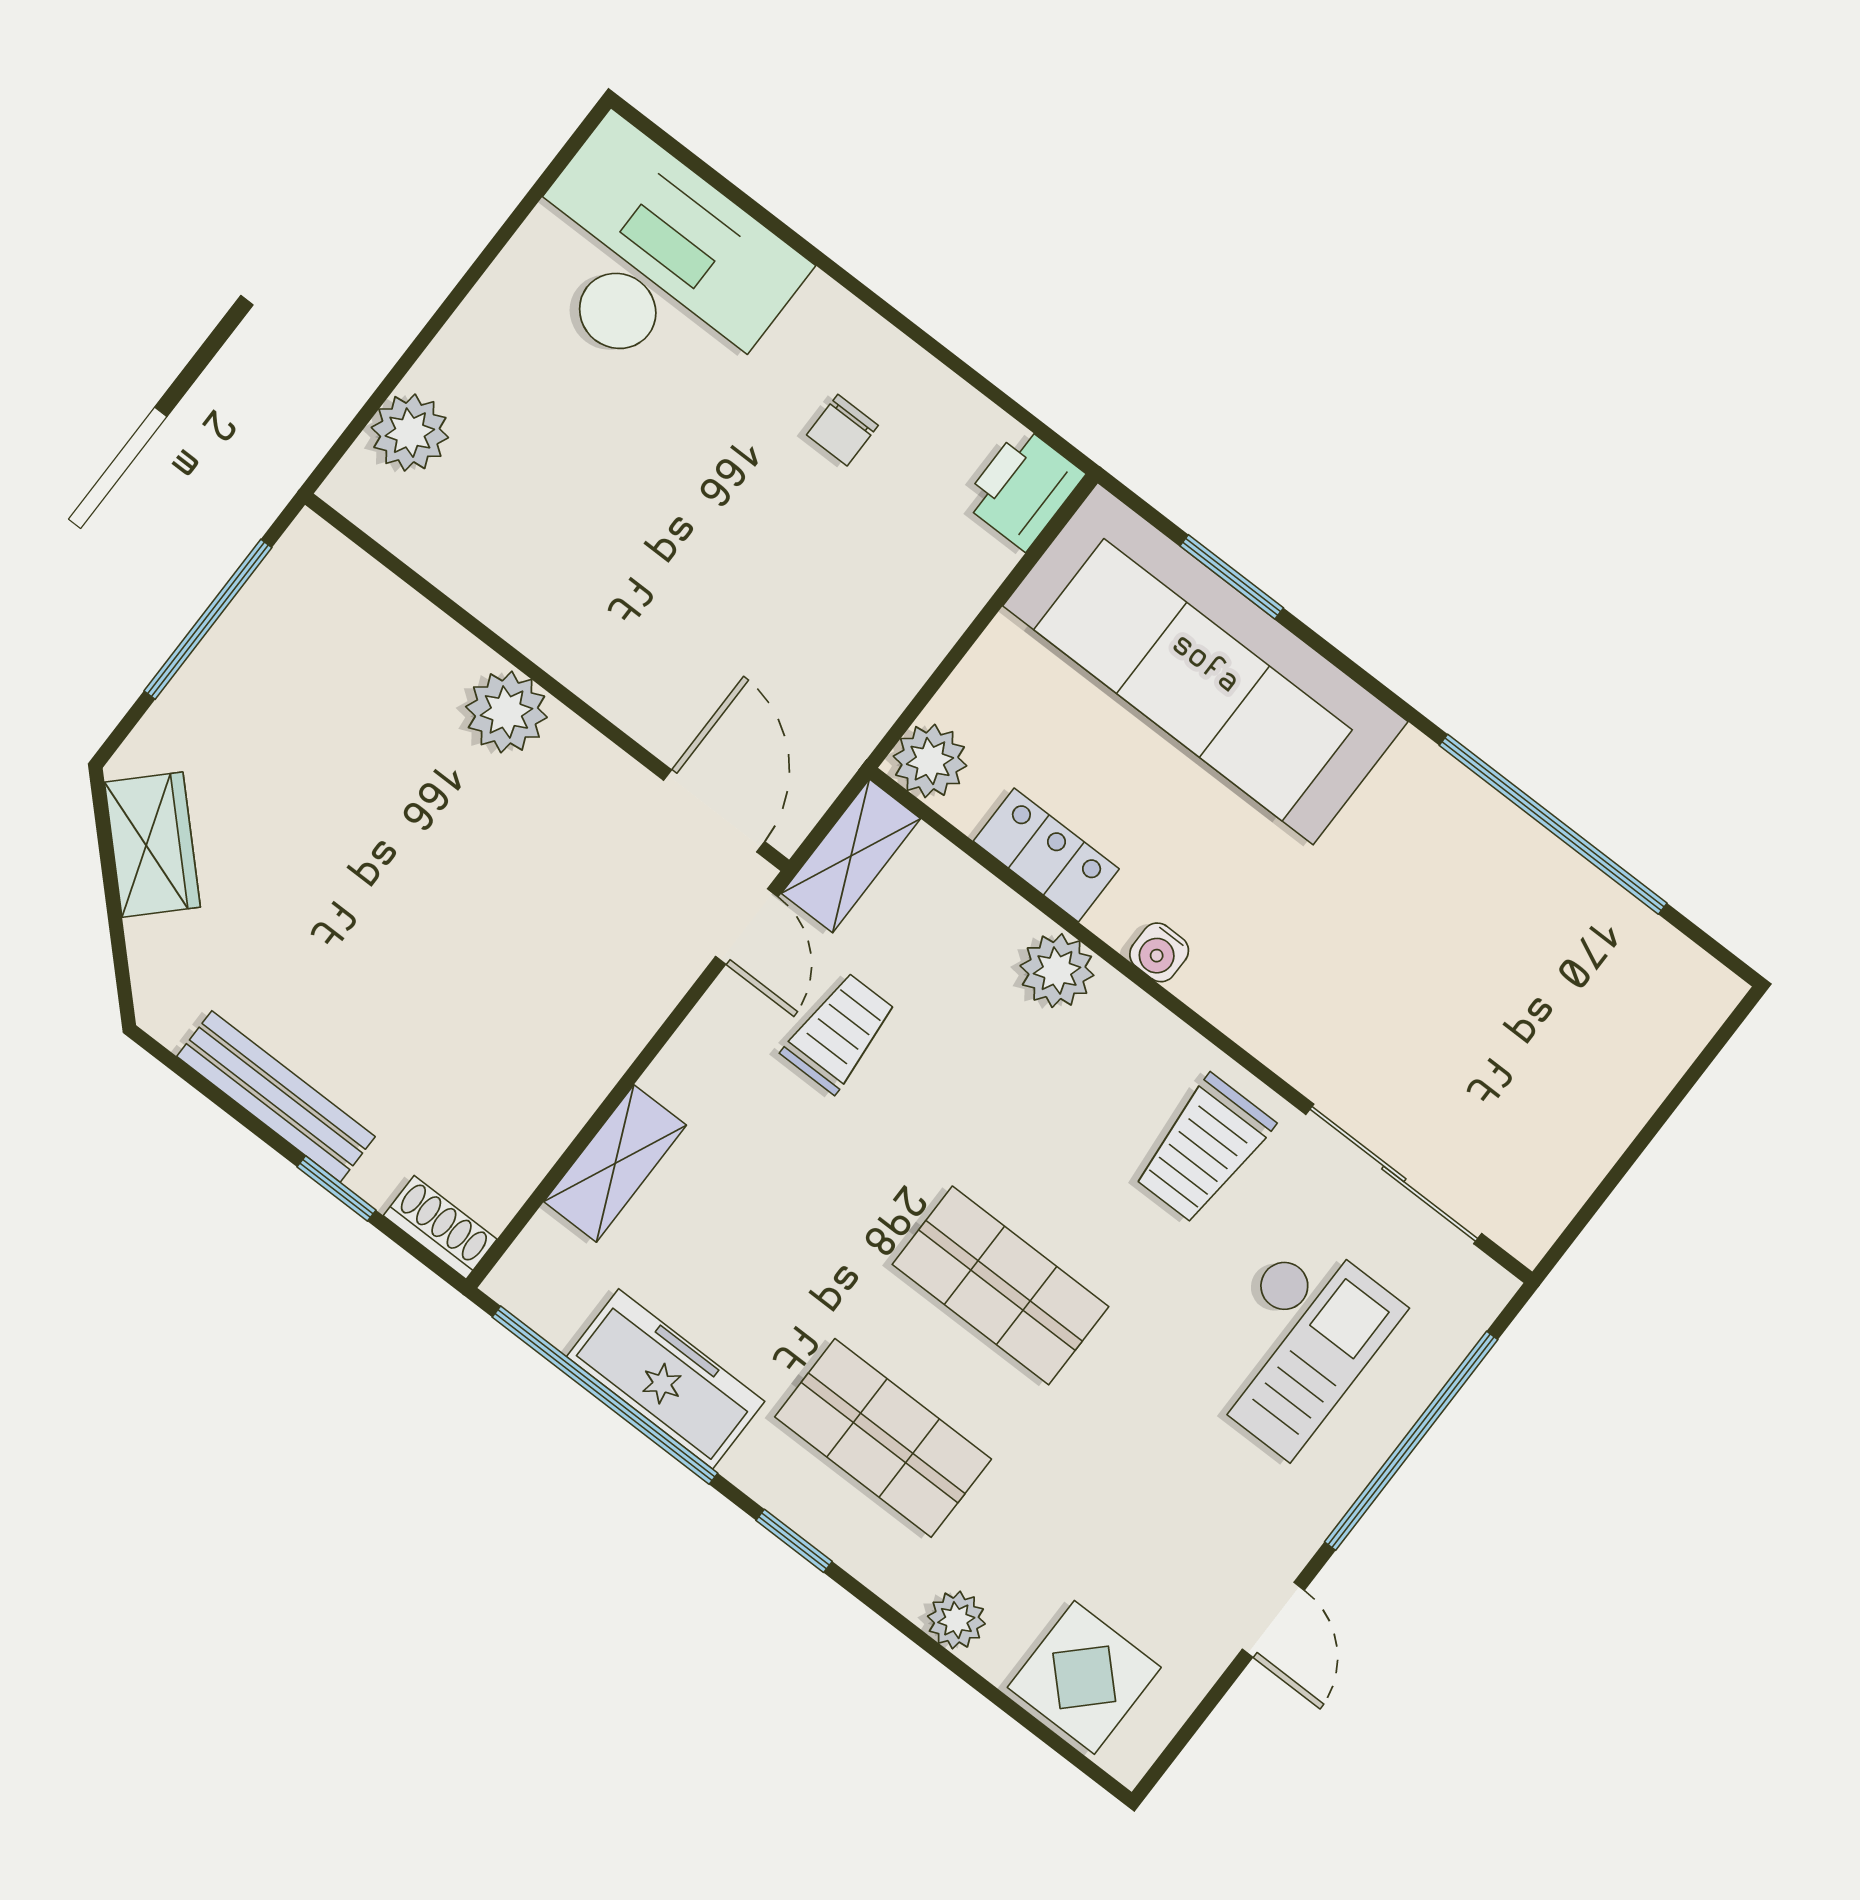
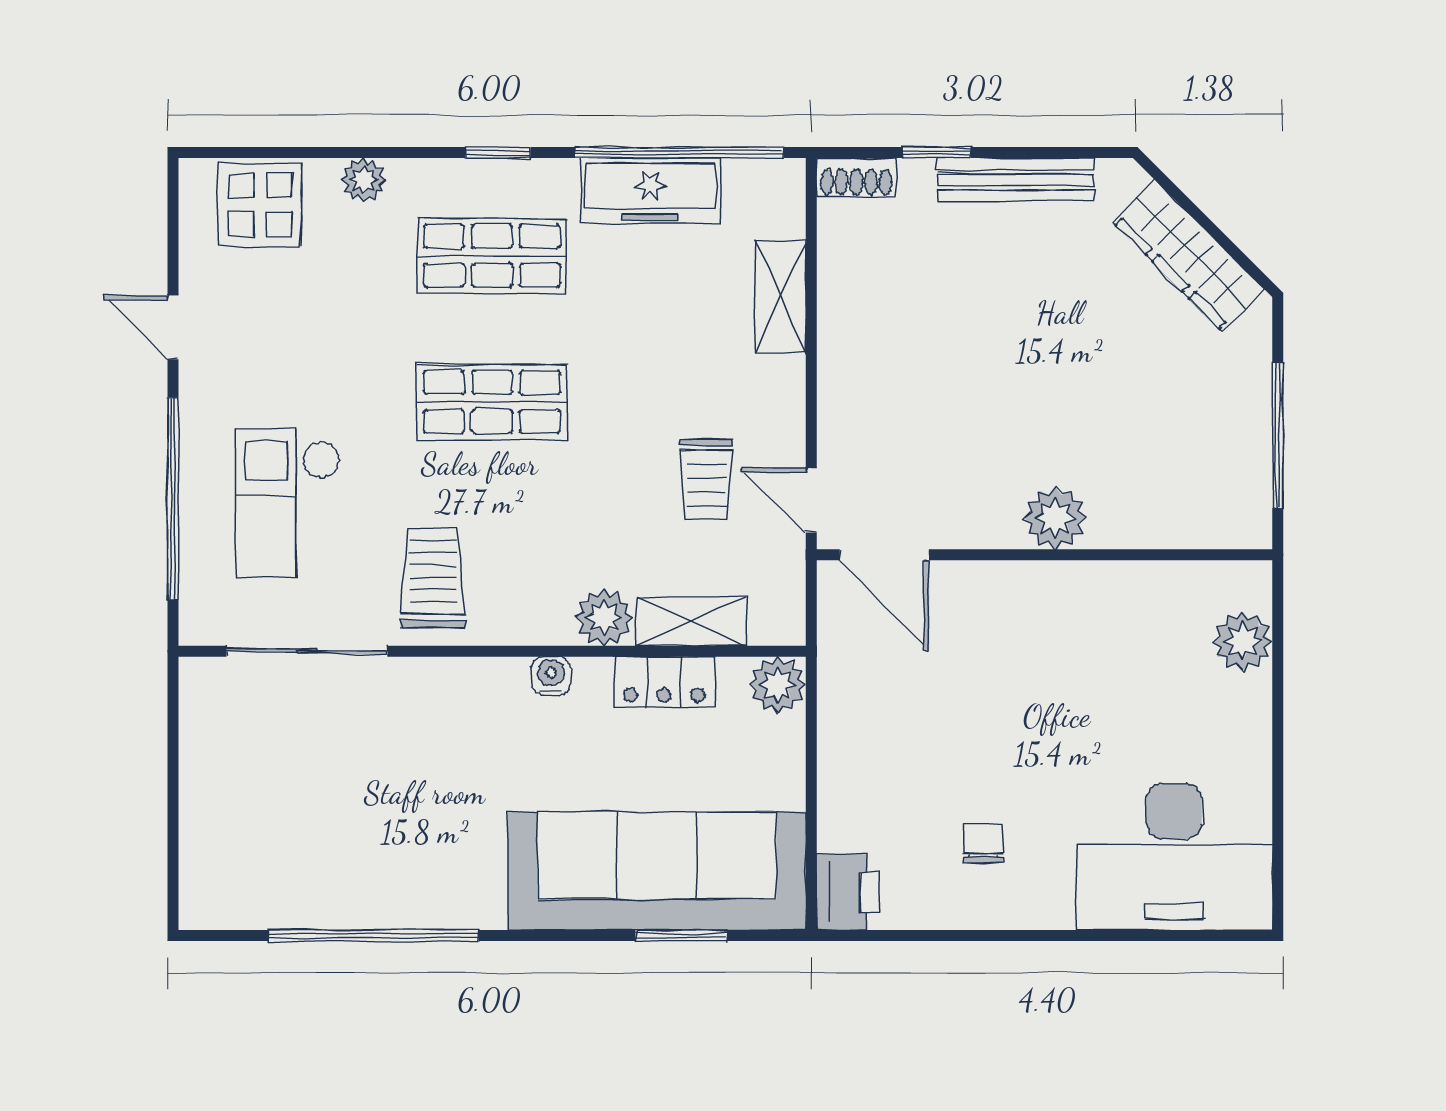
wardrobe: (152, 845) -> (1188, 256), width x1.50
shelving: (851, 856) -> (691, 621), moved, turned 90

